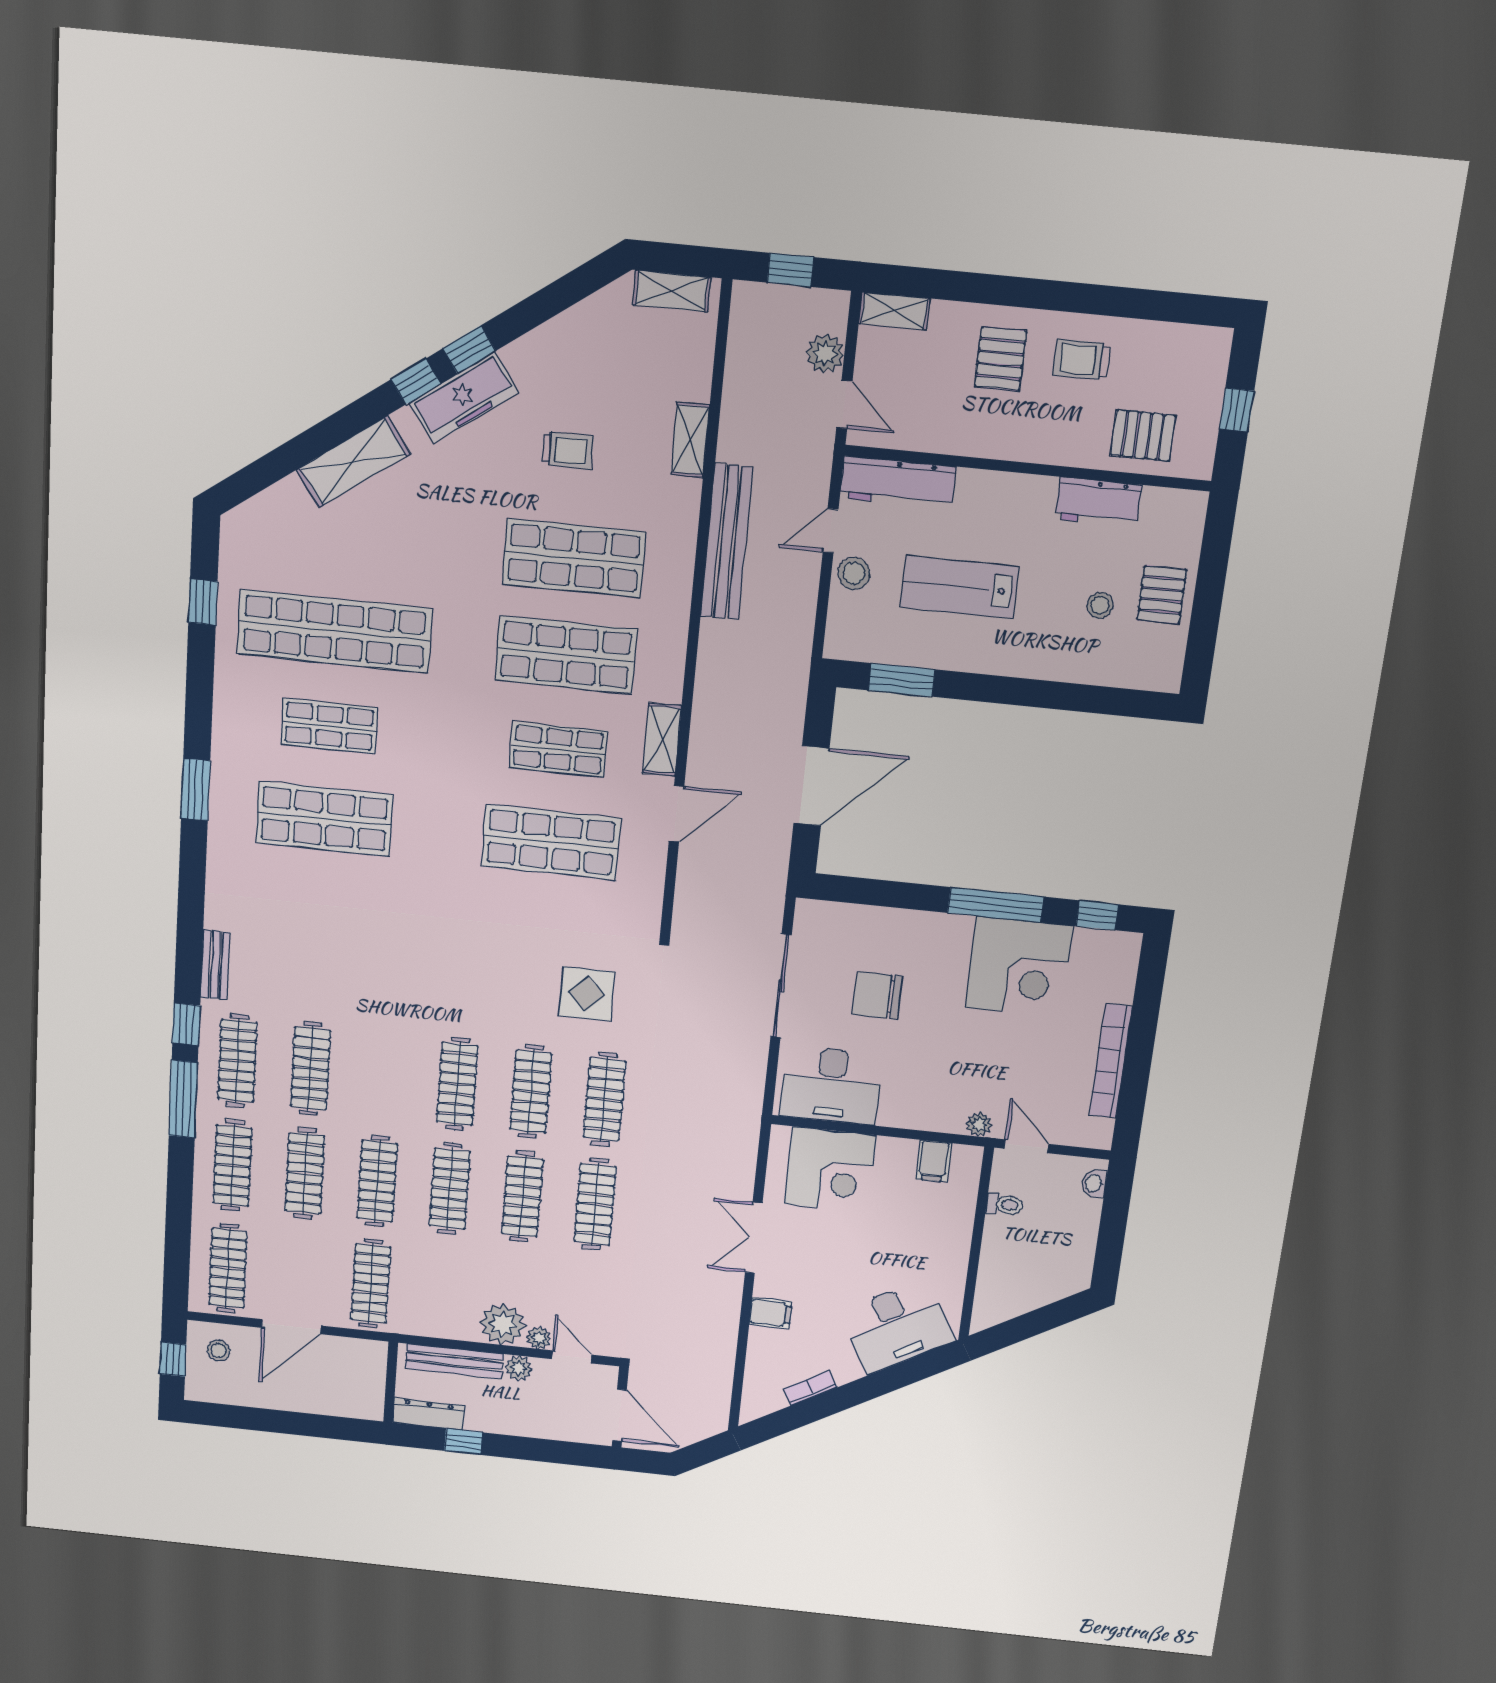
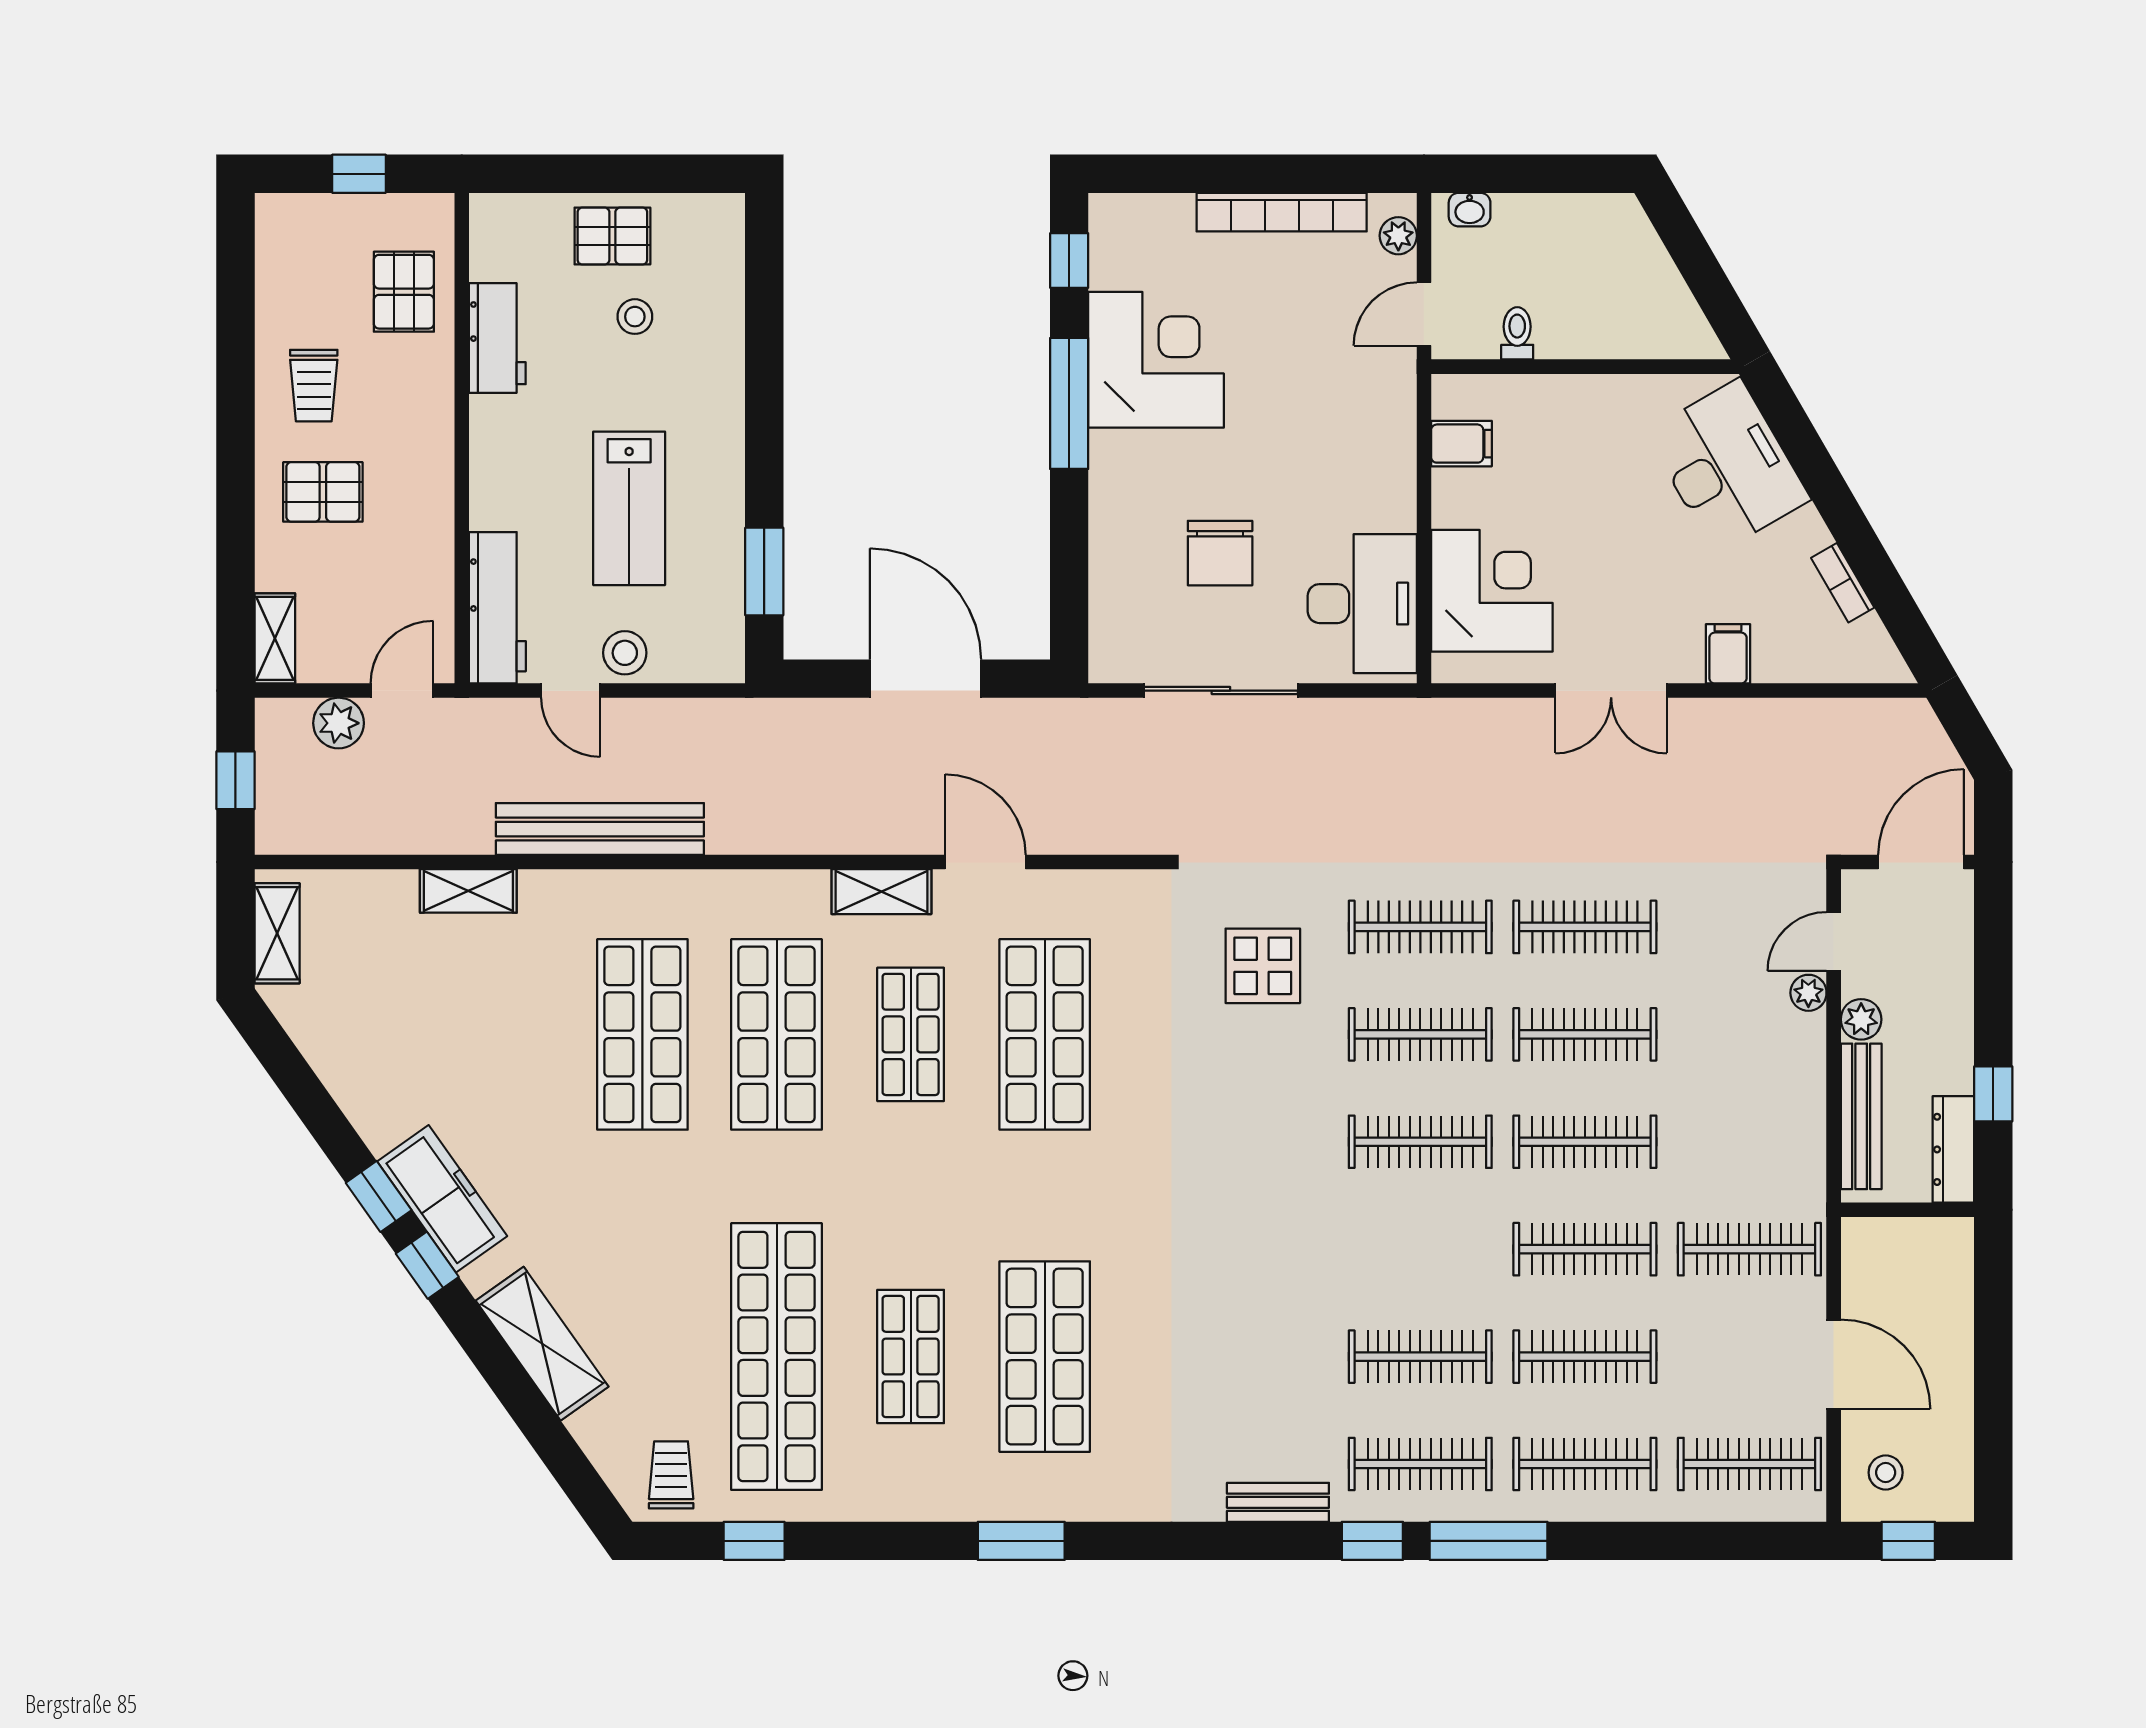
trolley: (568, 450) -> (671, 1475), moved
plant: (979, 1124) -> (1398, 236), moved
plant: (503, 1324) -> (1793, 1049), removed

